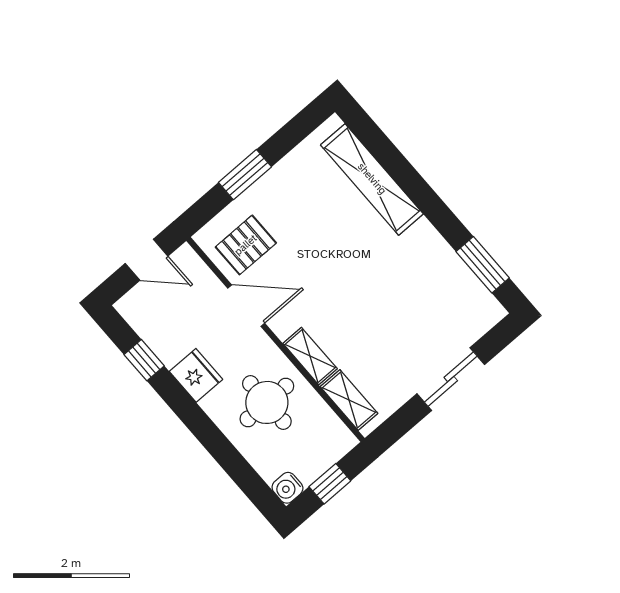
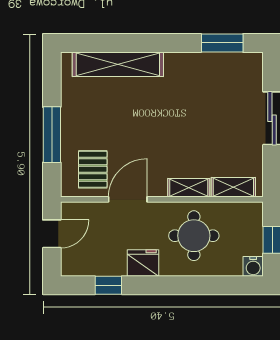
window: (245, 175) -> (52, 135), width x1.44

